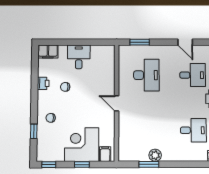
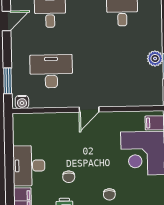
water cooler: (123, 53) -> (22, 102), added
desk: (79, 57) -> (29, 166), width x1.37

